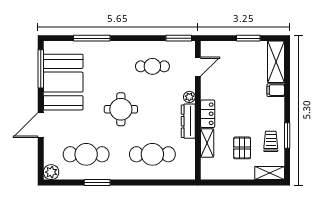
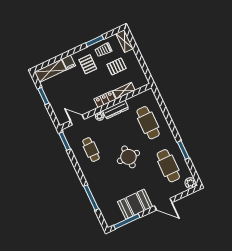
booth: (63, 82) -> (135, 204), width x0.73, depth x0.70
pallet: (262, 113) -> (88, 64), added

